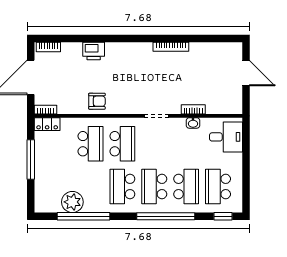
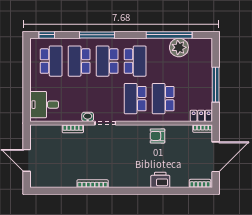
washbasin: (193, 123) -> (88, 117), moved
school desk: (154, 187) -> (107, 61), turned 180
window: (166, 216) -> (97, 35), width x0.68

